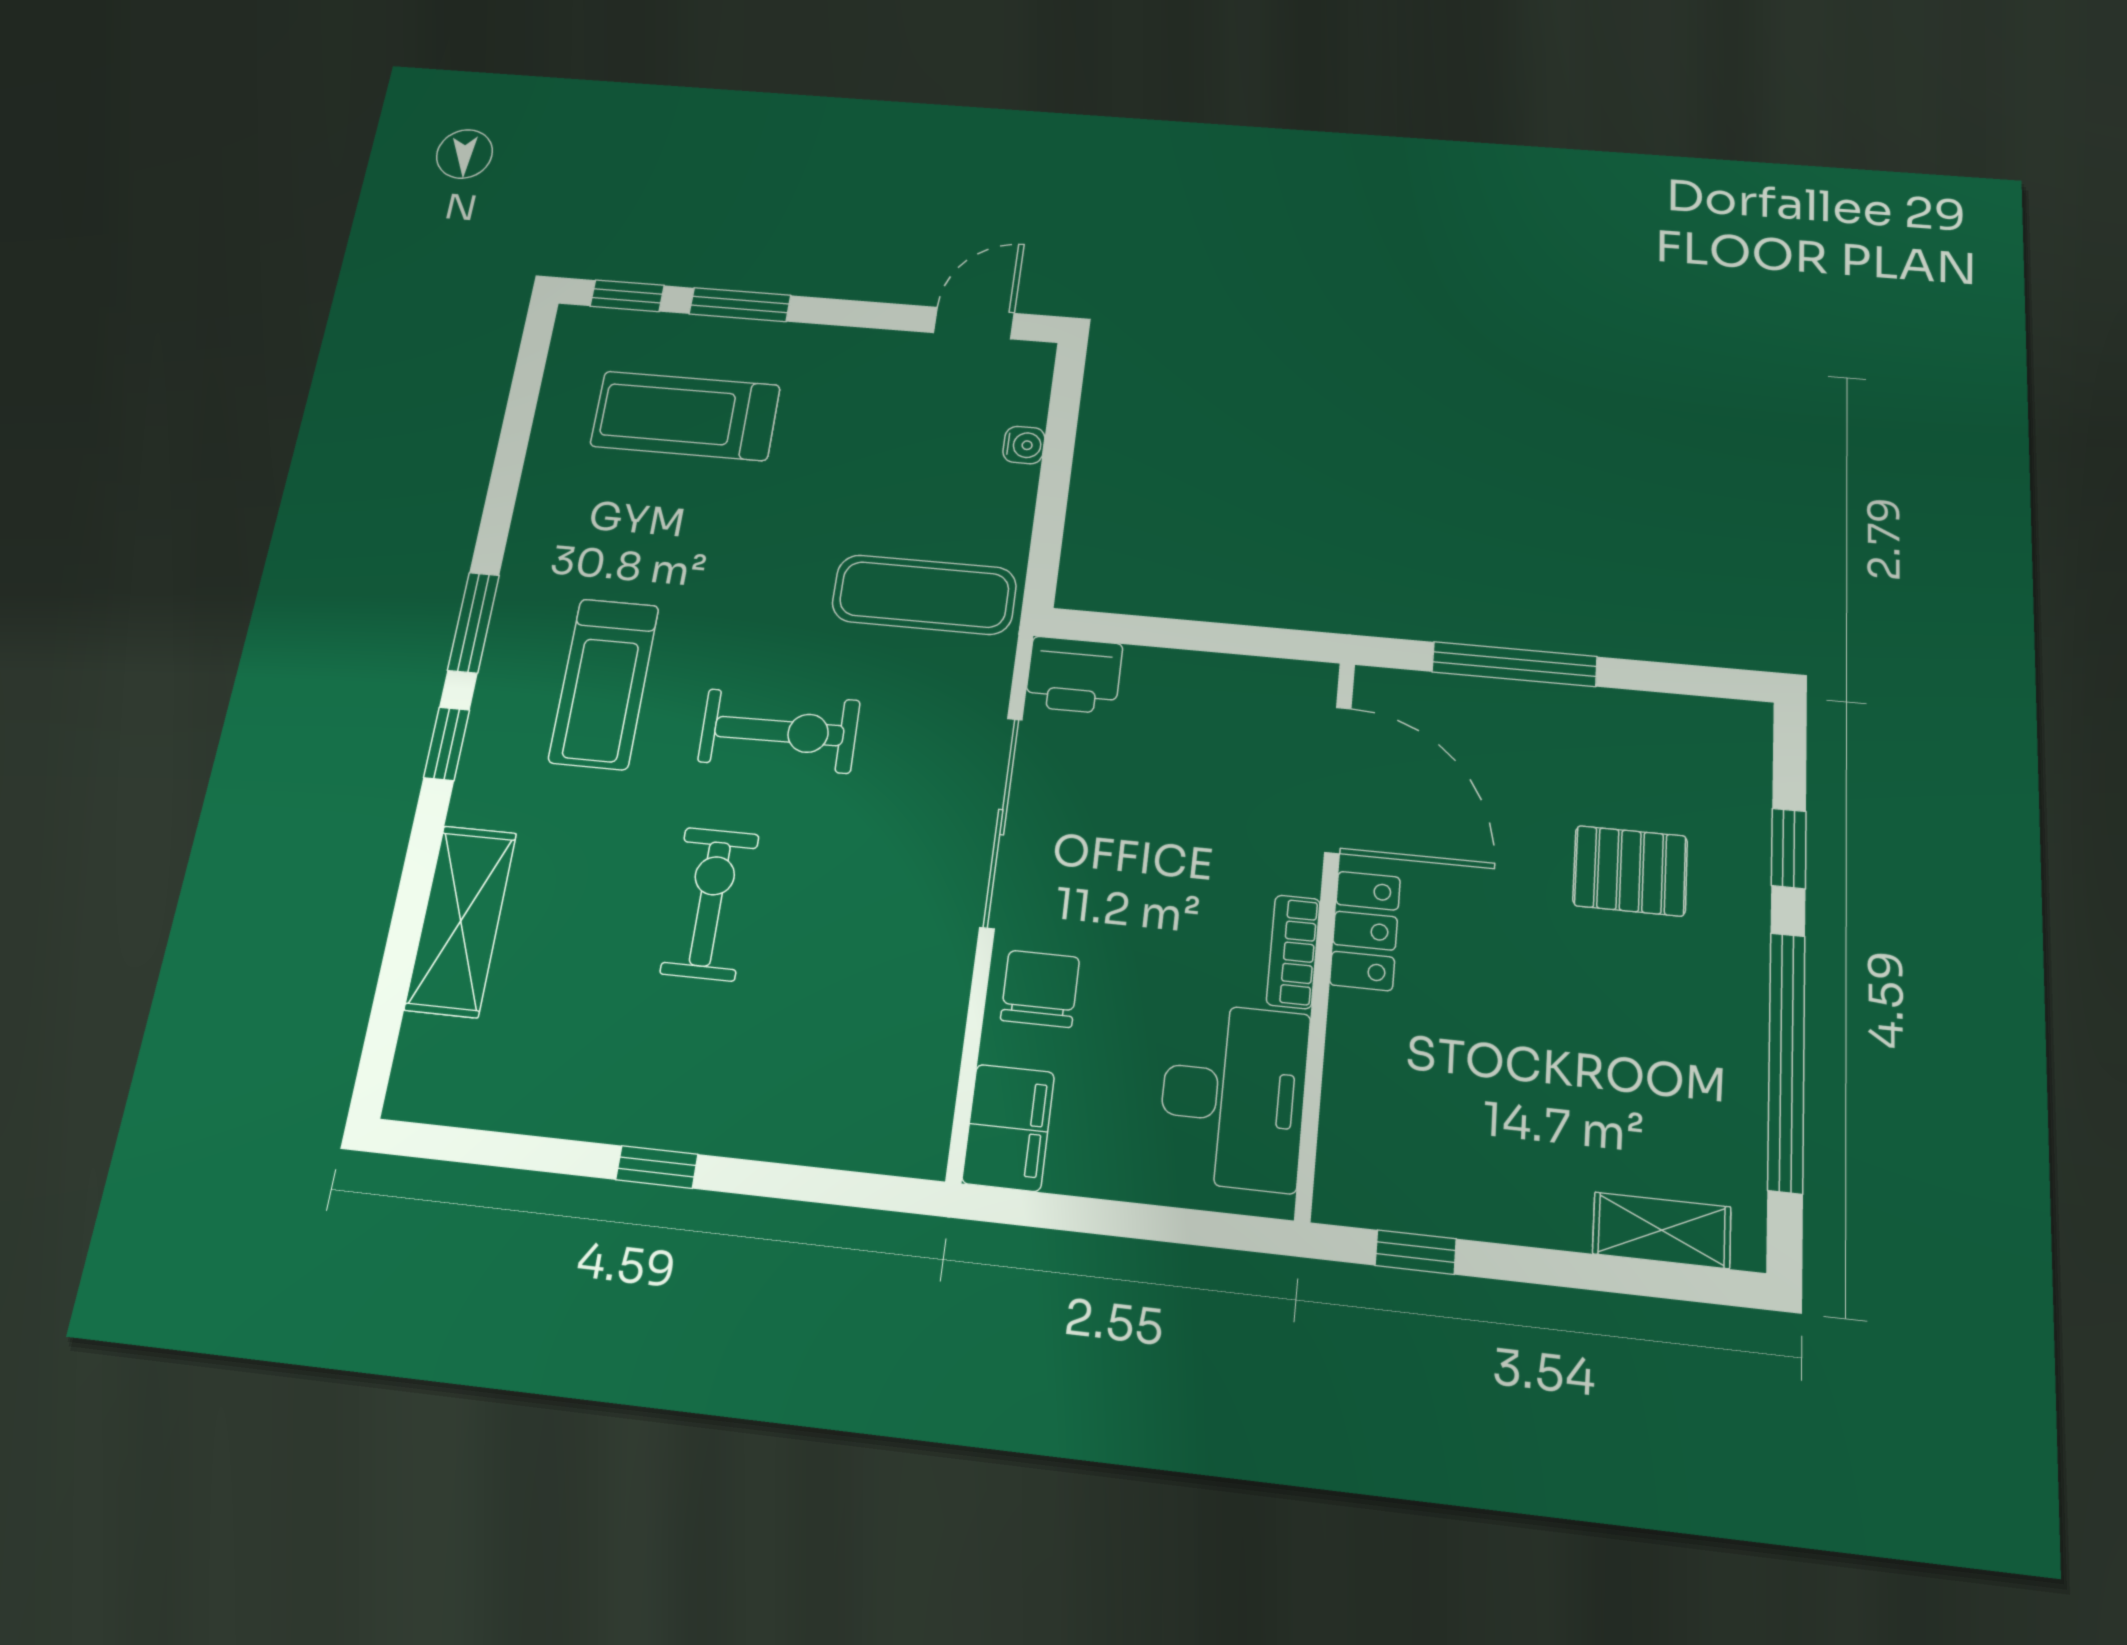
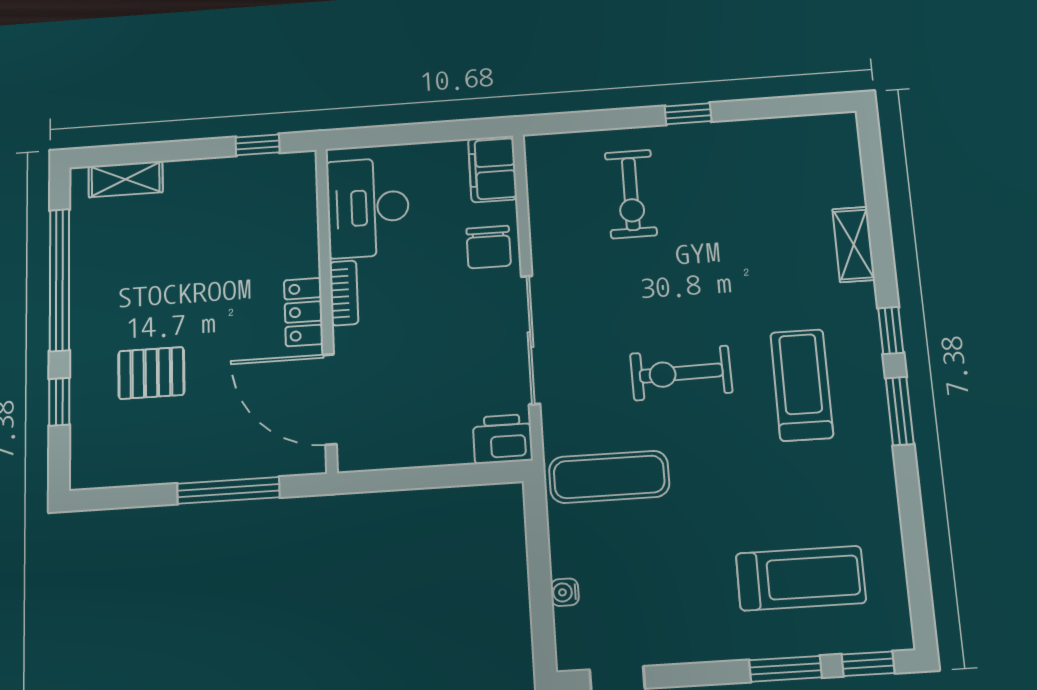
exercise bike: (710, 904) -> (631, 194), moved
shelving: (461, 921) -> (854, 244), width x0.67, depth x0.75

